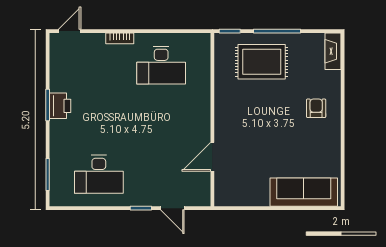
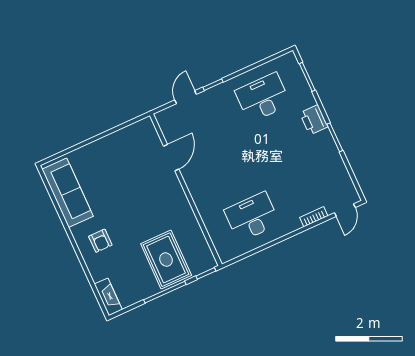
bookcase: (120, 38) -> (314, 217), moved
rug: (262, 62) -> (166, 260), turned 90
printer: (60, 106) -> (314, 120), moved
sofa: (304, 192) -> (68, 193), moved, turned -90
door: (172, 208) -> (186, 97), hinge flipped

